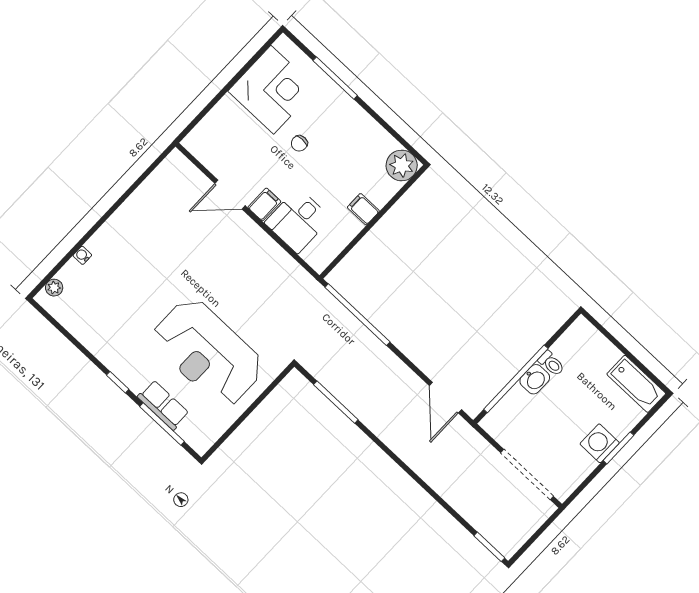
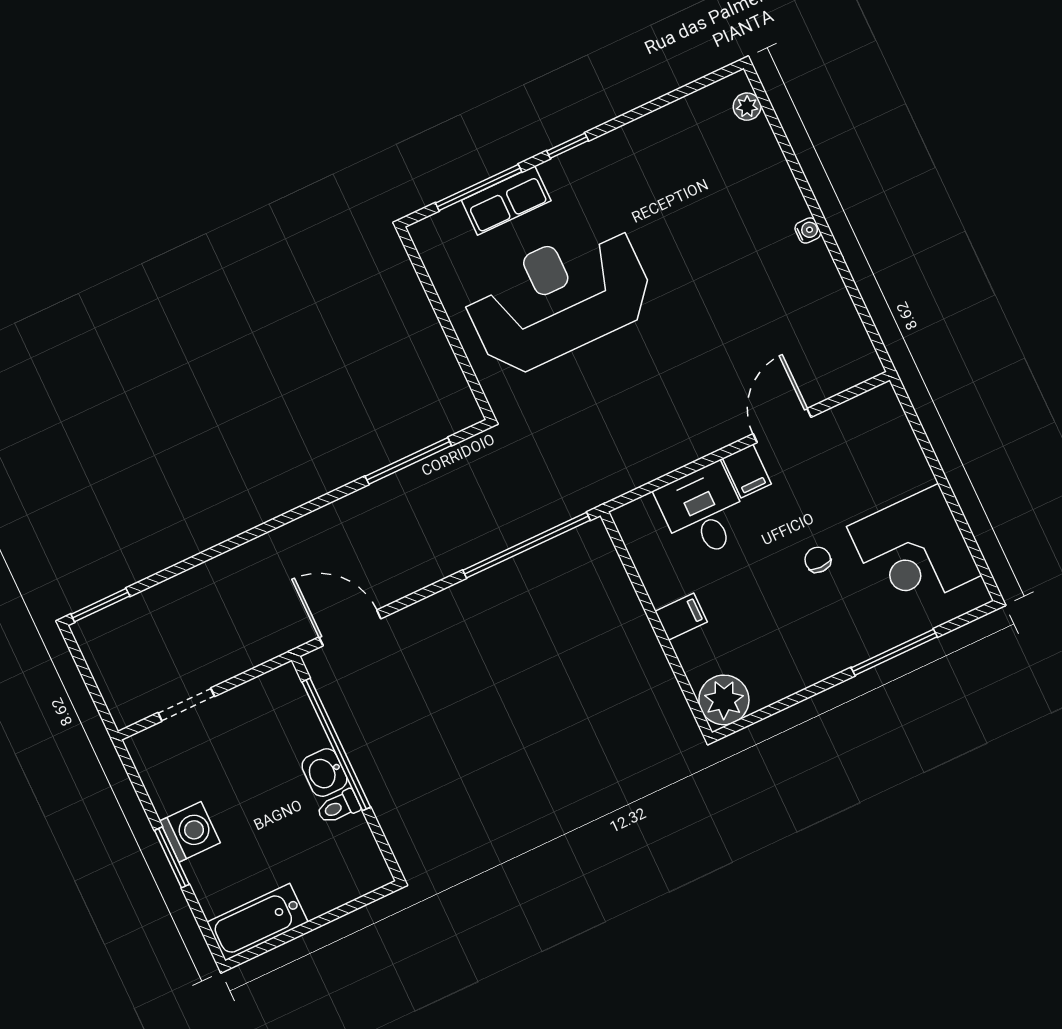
water cooler: (82, 255) -> (808, 231), moved
doorway: (527, 474) -> (186, 705), width x0.53

